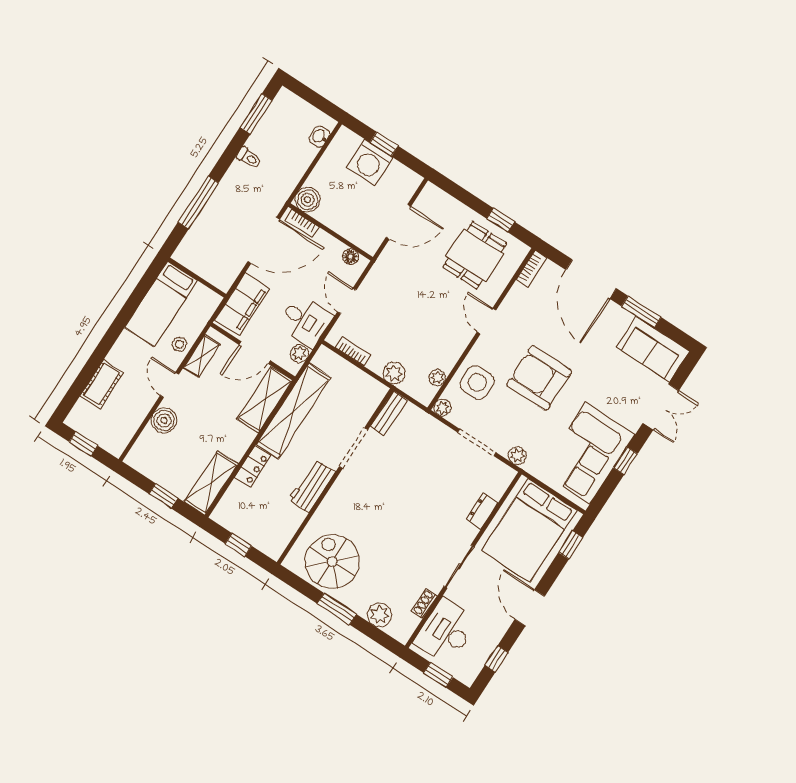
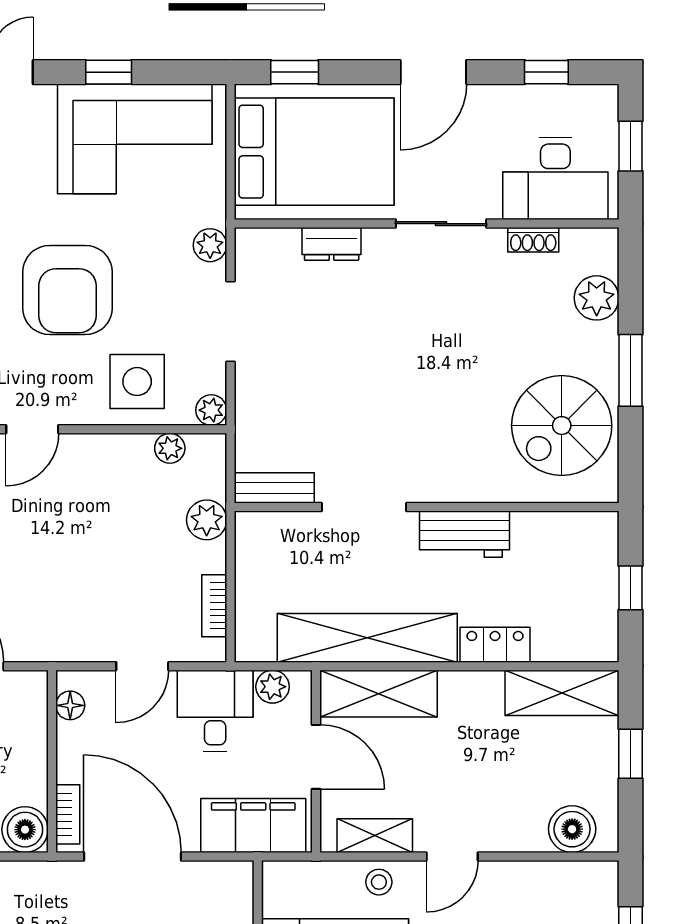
boiler: (164, 420) -> (572, 829), moved

